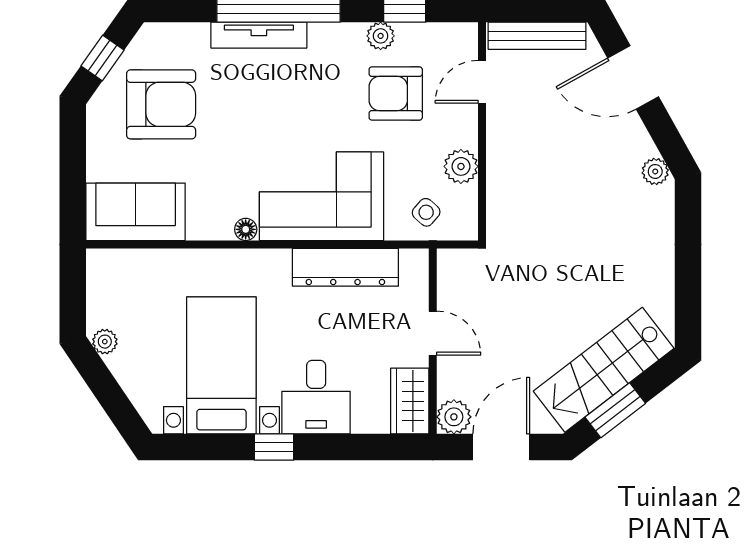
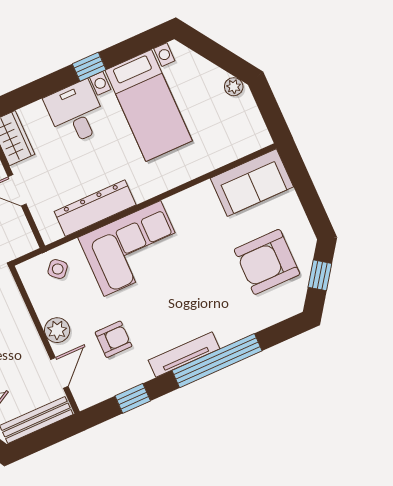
tv unit: (259, 35) -> (184, 355), moved
plant: (381, 36) -> (141, 373), removed
armchair: (396, 93) -> (114, 339), width x0.72, depth x0.72
plant: (461, 166) -> (57, 330), moved
floor lamp: (246, 229) -> (173, 204), removed

